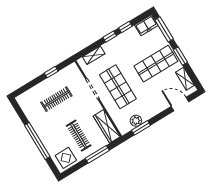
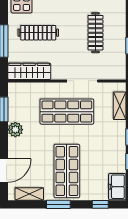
window: (164, 29) -> (100, 204), width x0.46
plant: (136, 121) -> (15, 130), moved

